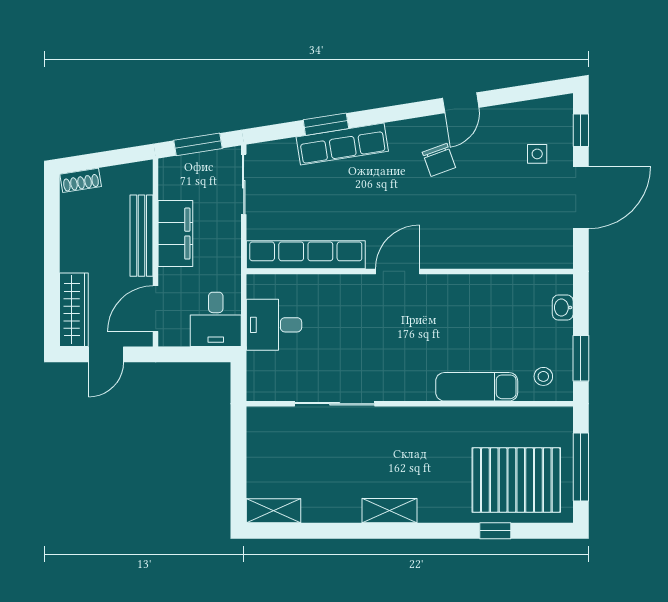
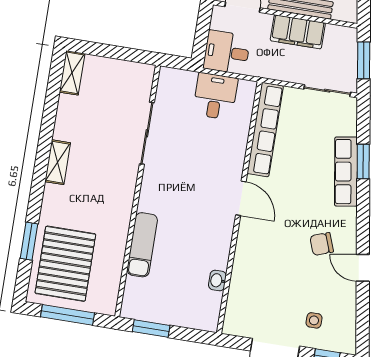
washbasin: (563, 308) -> (217, 280), moved, turned -90
stool: (543, 376) -> (142, 297), removed
window: (495, 531) -> (29, 241), width x1.50

